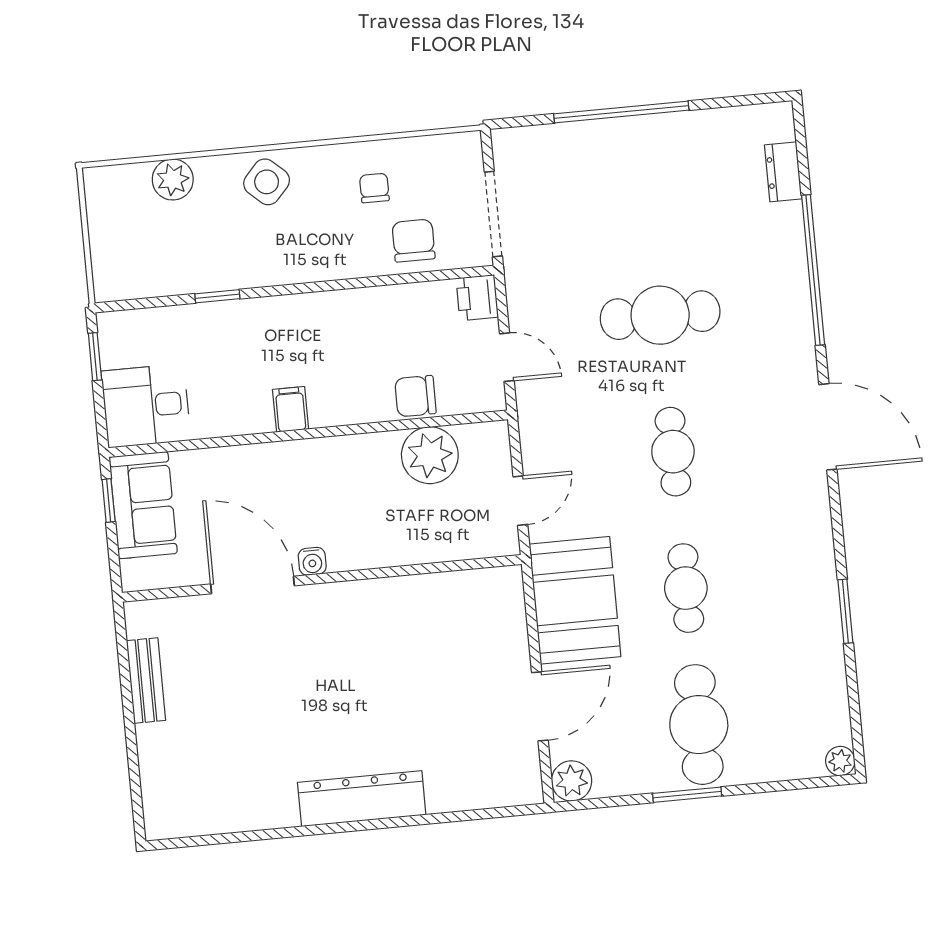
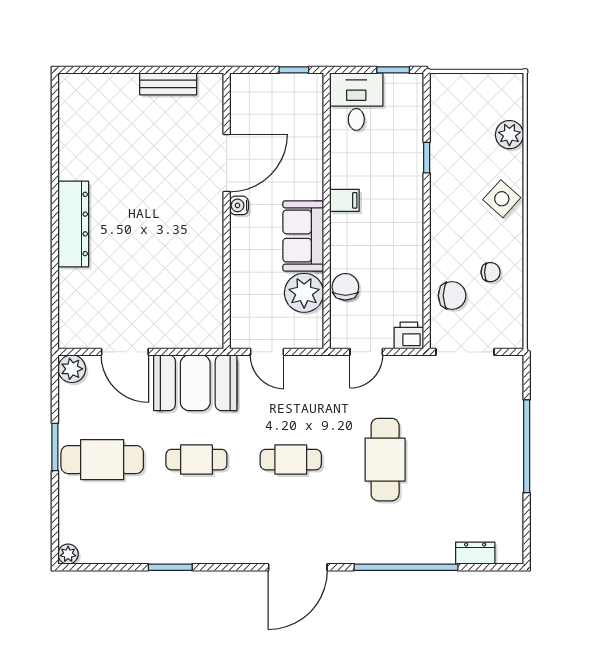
sofa: (143, 505) -> (303, 236), moved, turned 90

